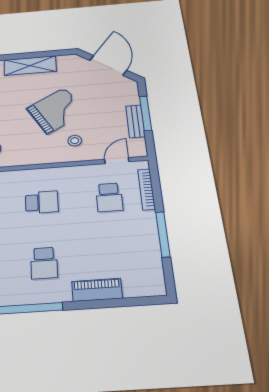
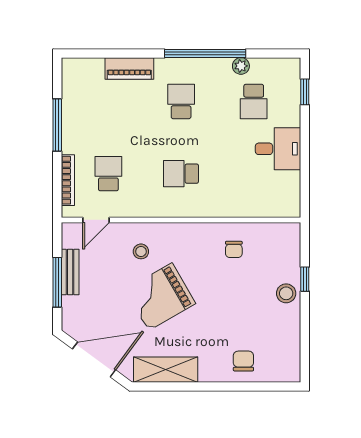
door: (108, 65) -> (94, 359), swing flipped
shelving: (30, 66) -> (166, 370), moved

